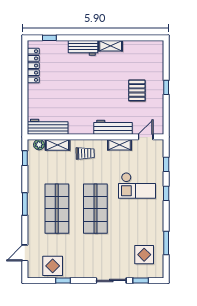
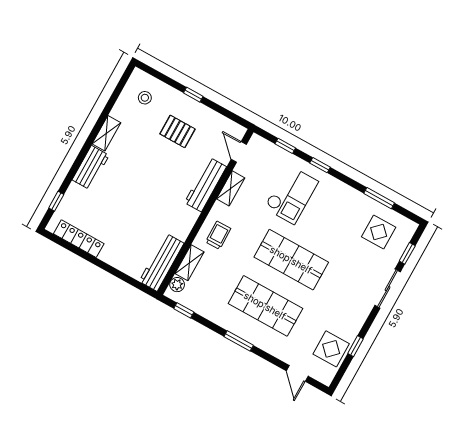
stool: (147, 58) -> (145, 98), added

